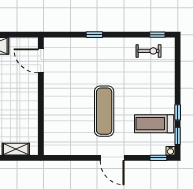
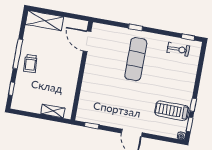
exercise mat: (104, 111) -> (136, 59), moved
window: (158, 158) -> (92, 126), moved

